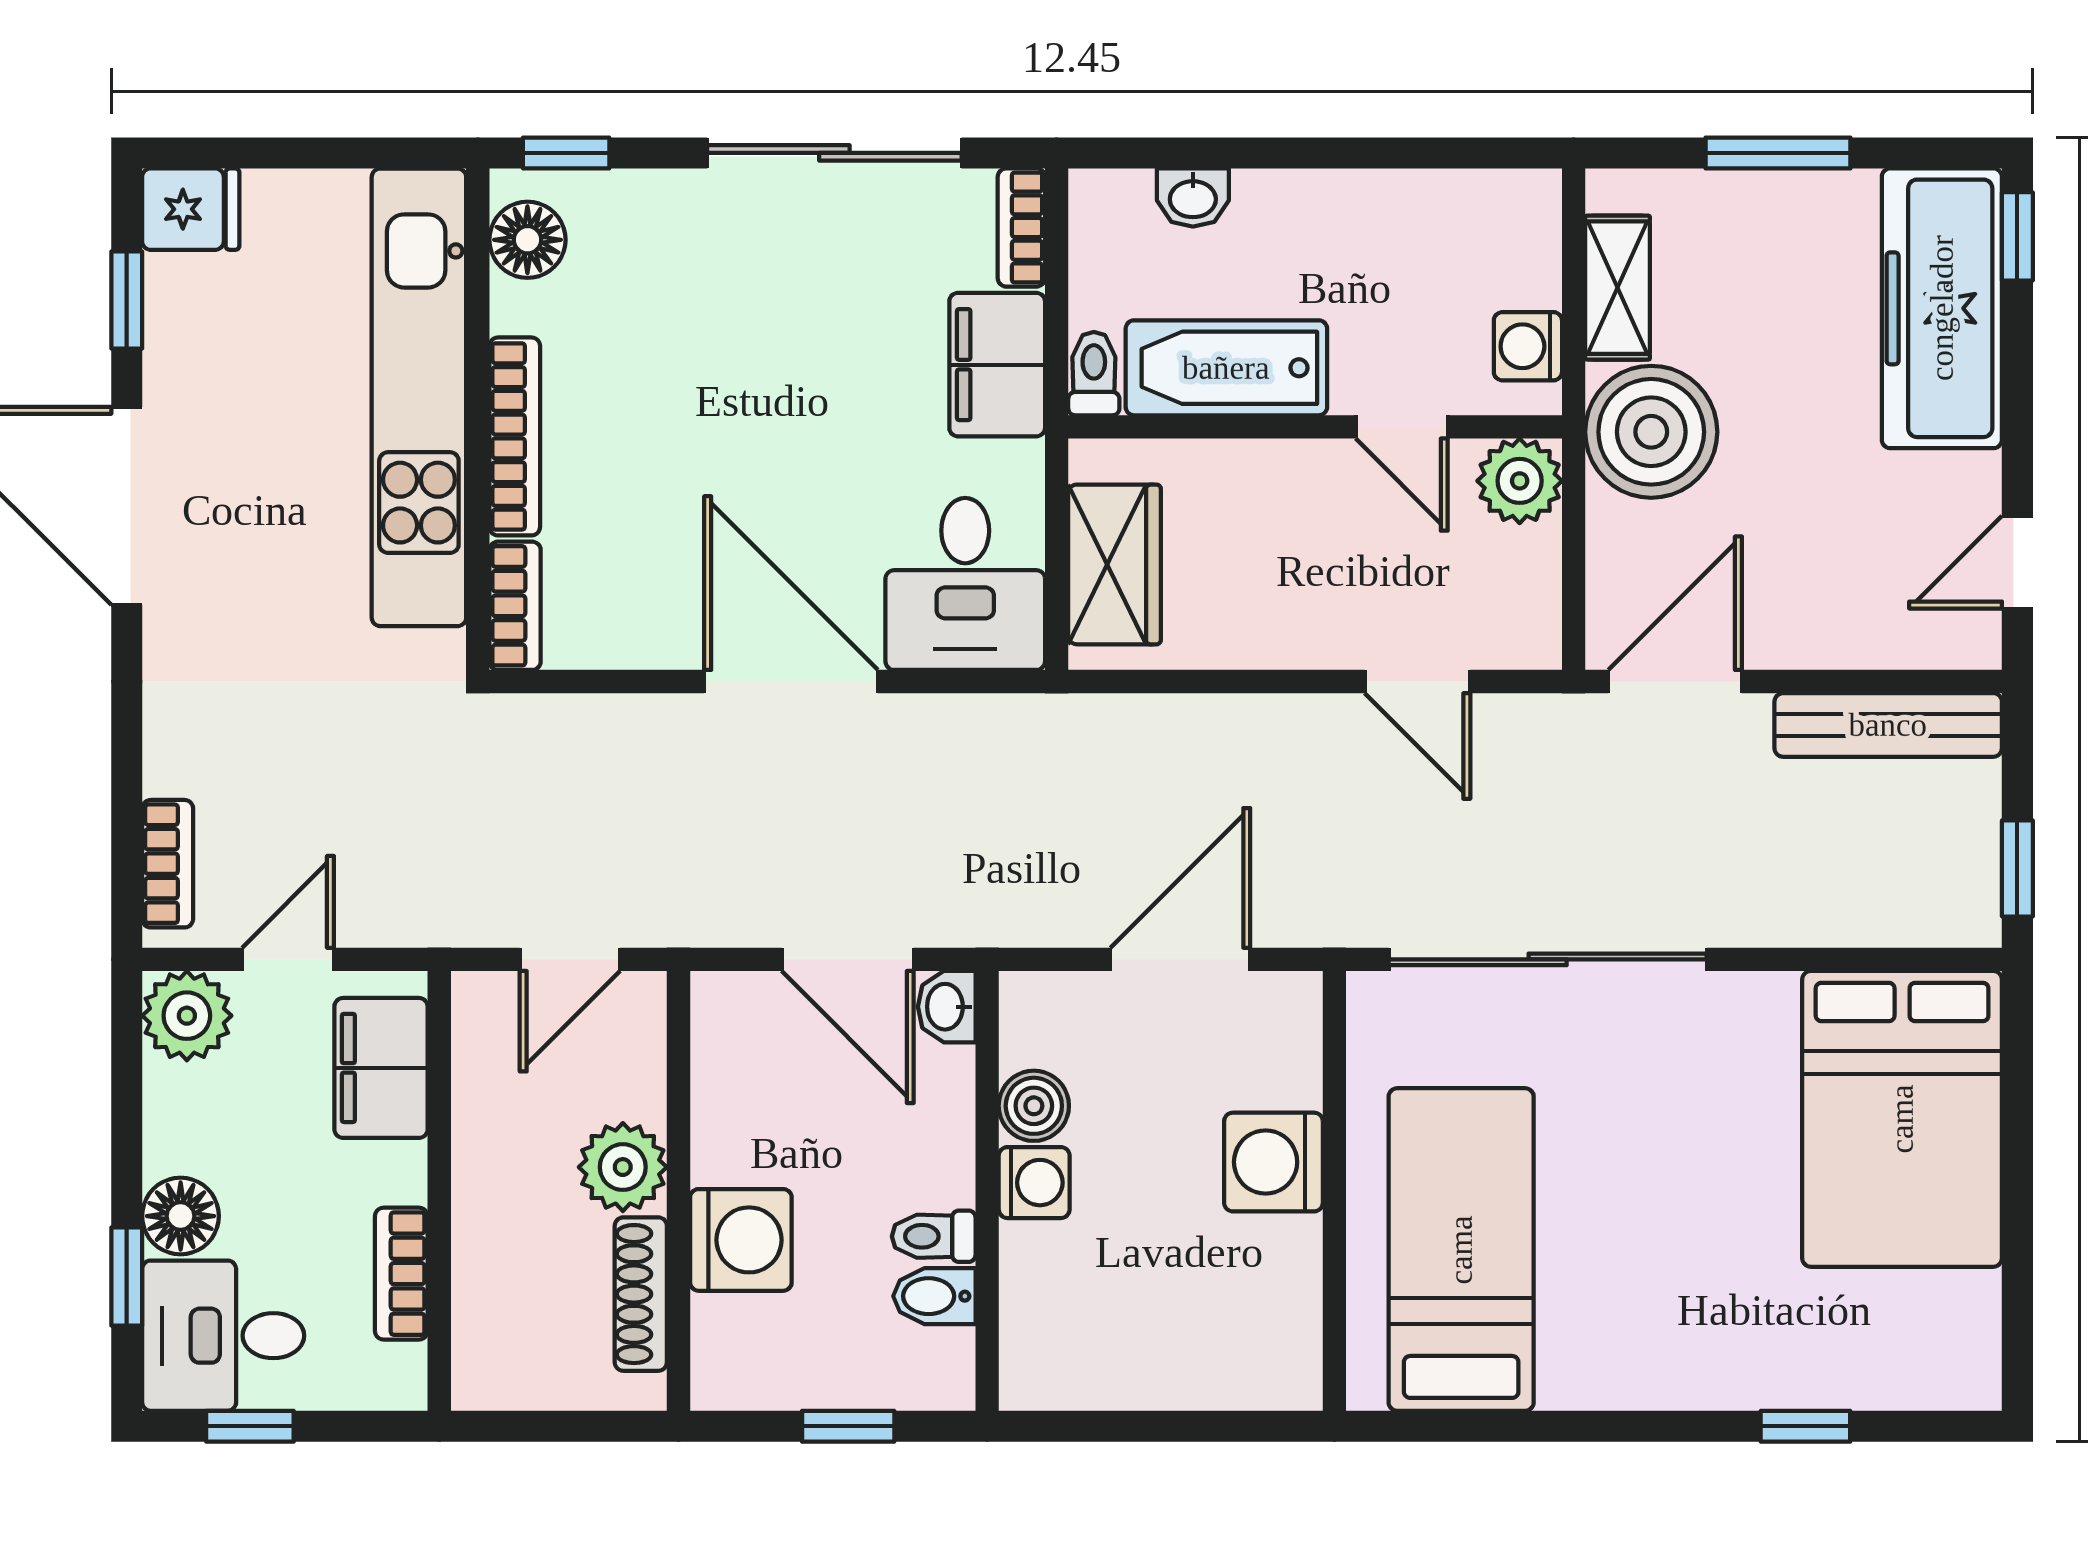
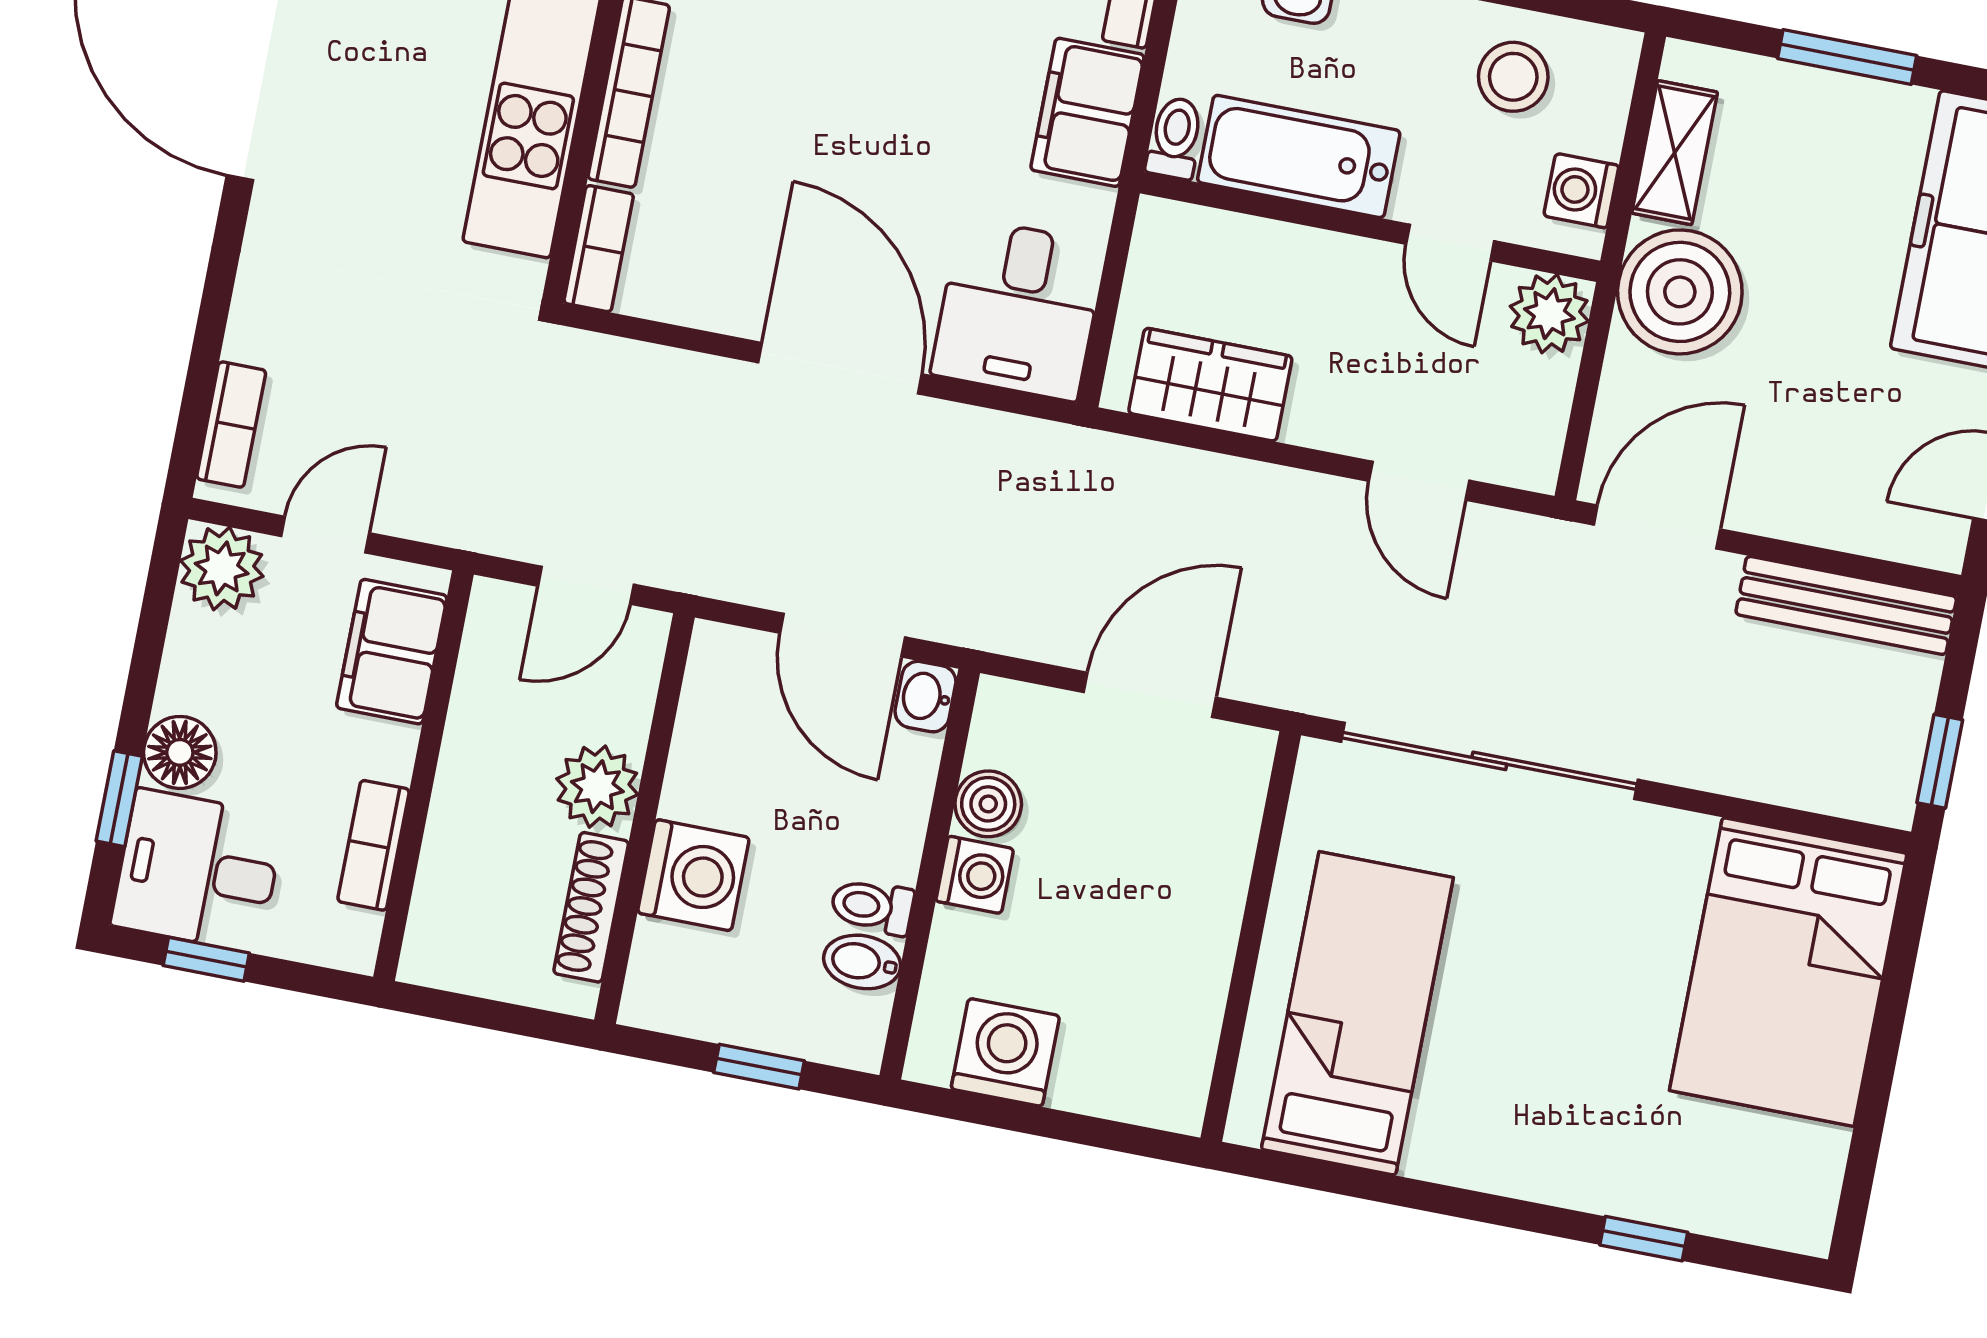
stool: (1434, 241) -> (1513, 77), added
wardrobe: (1115, 564) -> (1210, 385), moved, turned -90
washing machine: (1273, 1162) -> (1005, 1052), moved, turned 90

